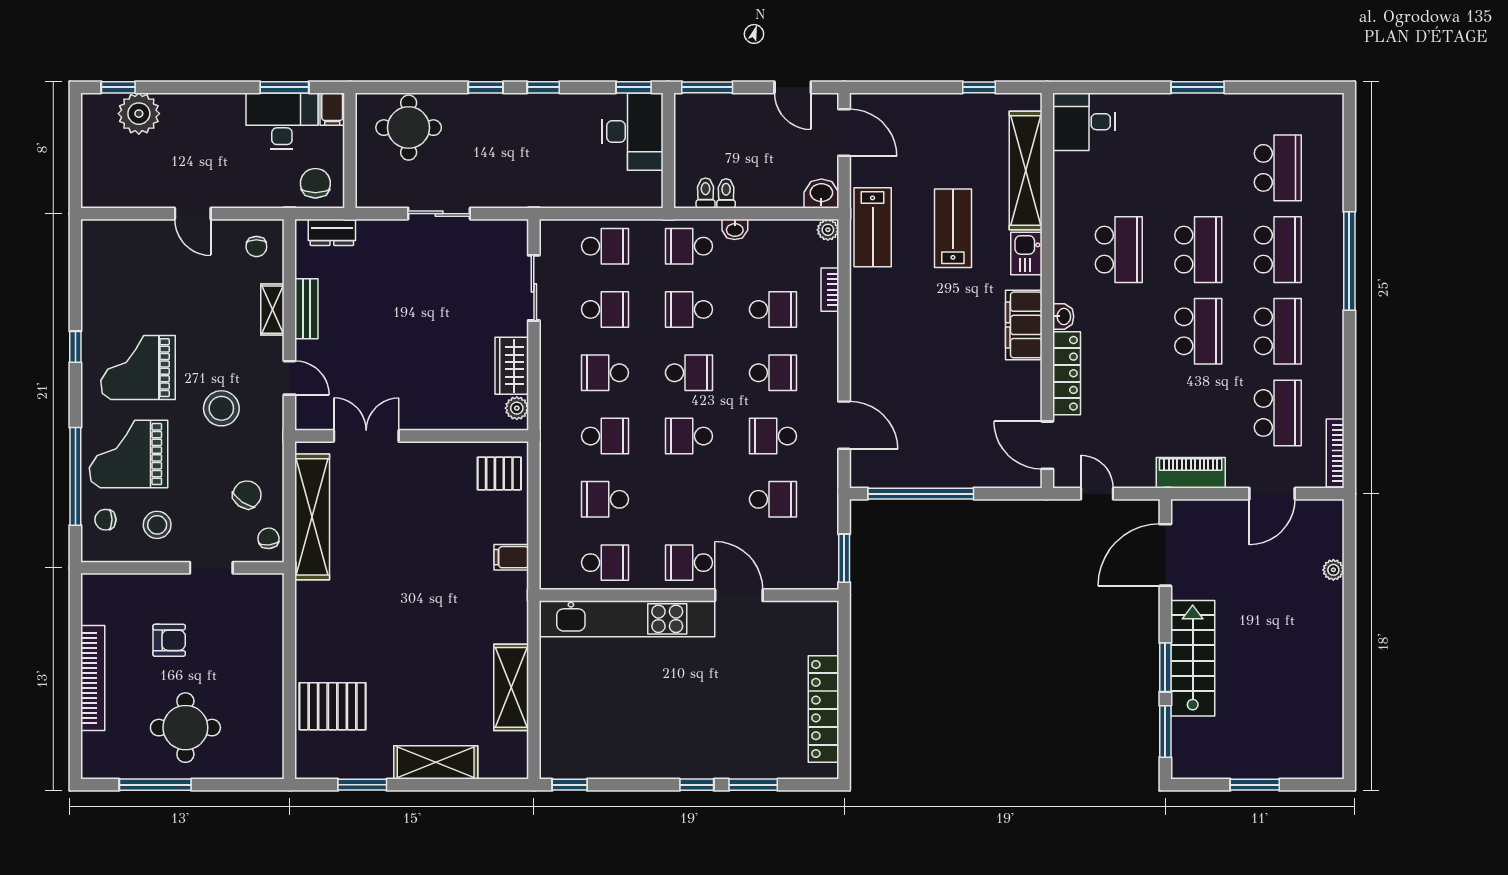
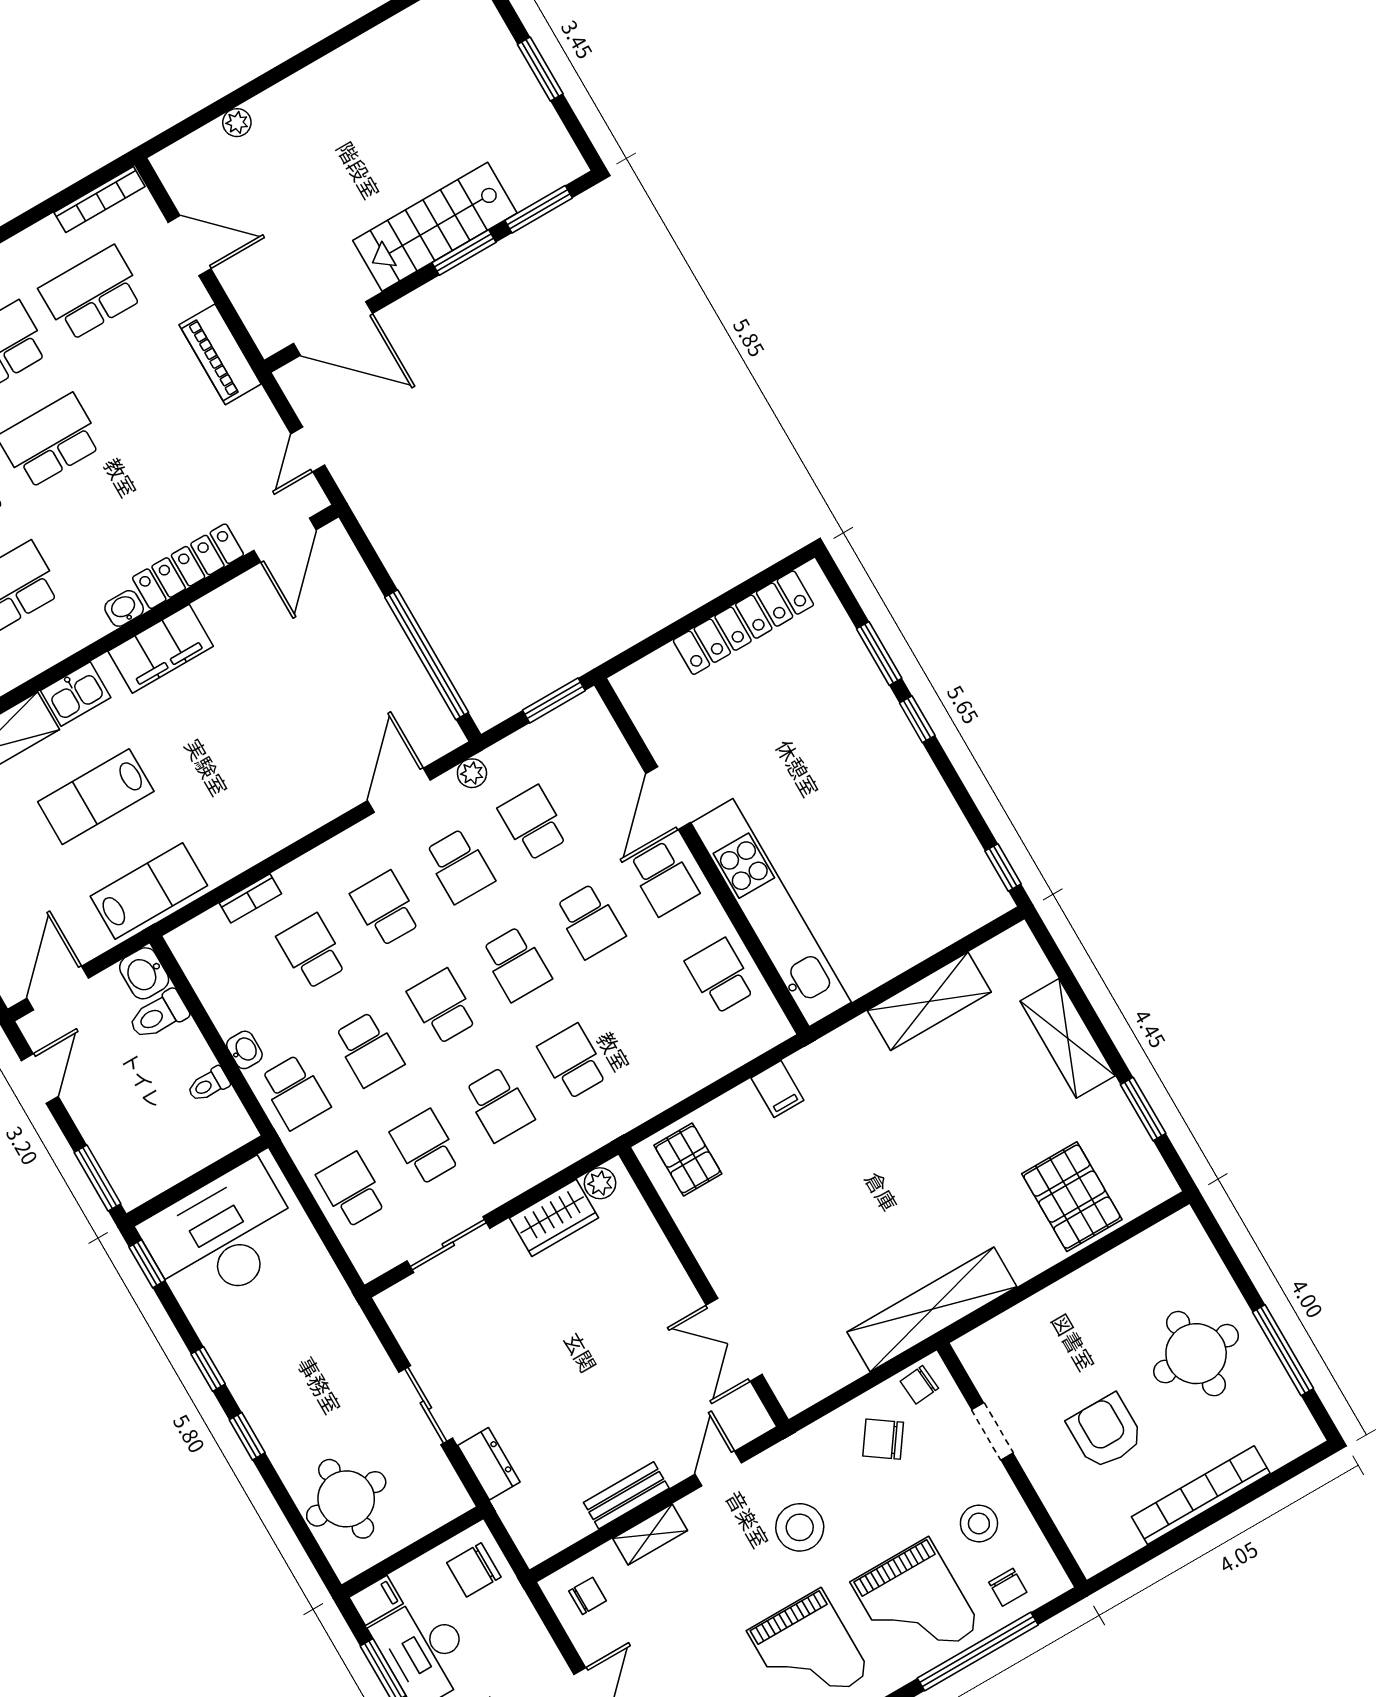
desk: (632, 132) -> (222, 1236), width x1.36, depth x1.30
toilet: (706, 193) -> (158, 1015), moved, width x1.37, depth x1.39
plant: (828, 230) -> (472, 773), moved
dresser: (332, 232) -> (489, 1464), moved
school desk: (605, 499) -> (590, 921), moved
shelving: (312, 517) -> (932, 1309), moved
armchair: (169, 640) -> (1105, 1432), width x1.38, depth x1.38

